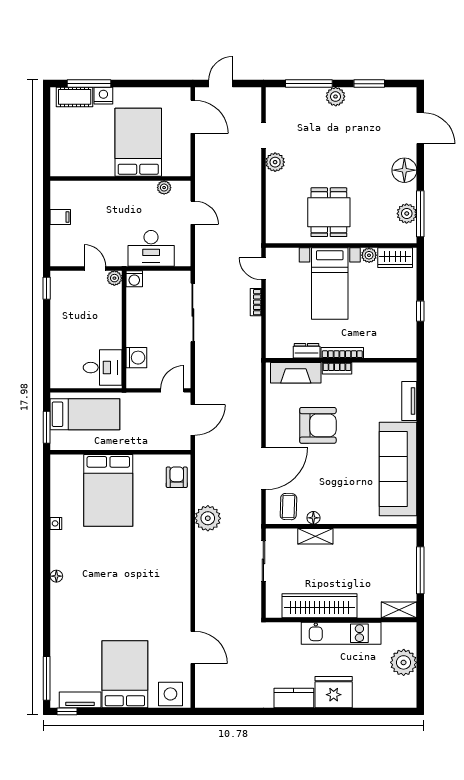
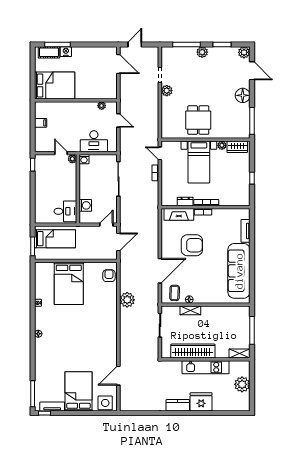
bed: (138, 142) -> (55, 85), moved, turned 90
plant: (407, 214) -> (244, 52), moved
door: (193, 647) -> (118, 376), swing flipped

